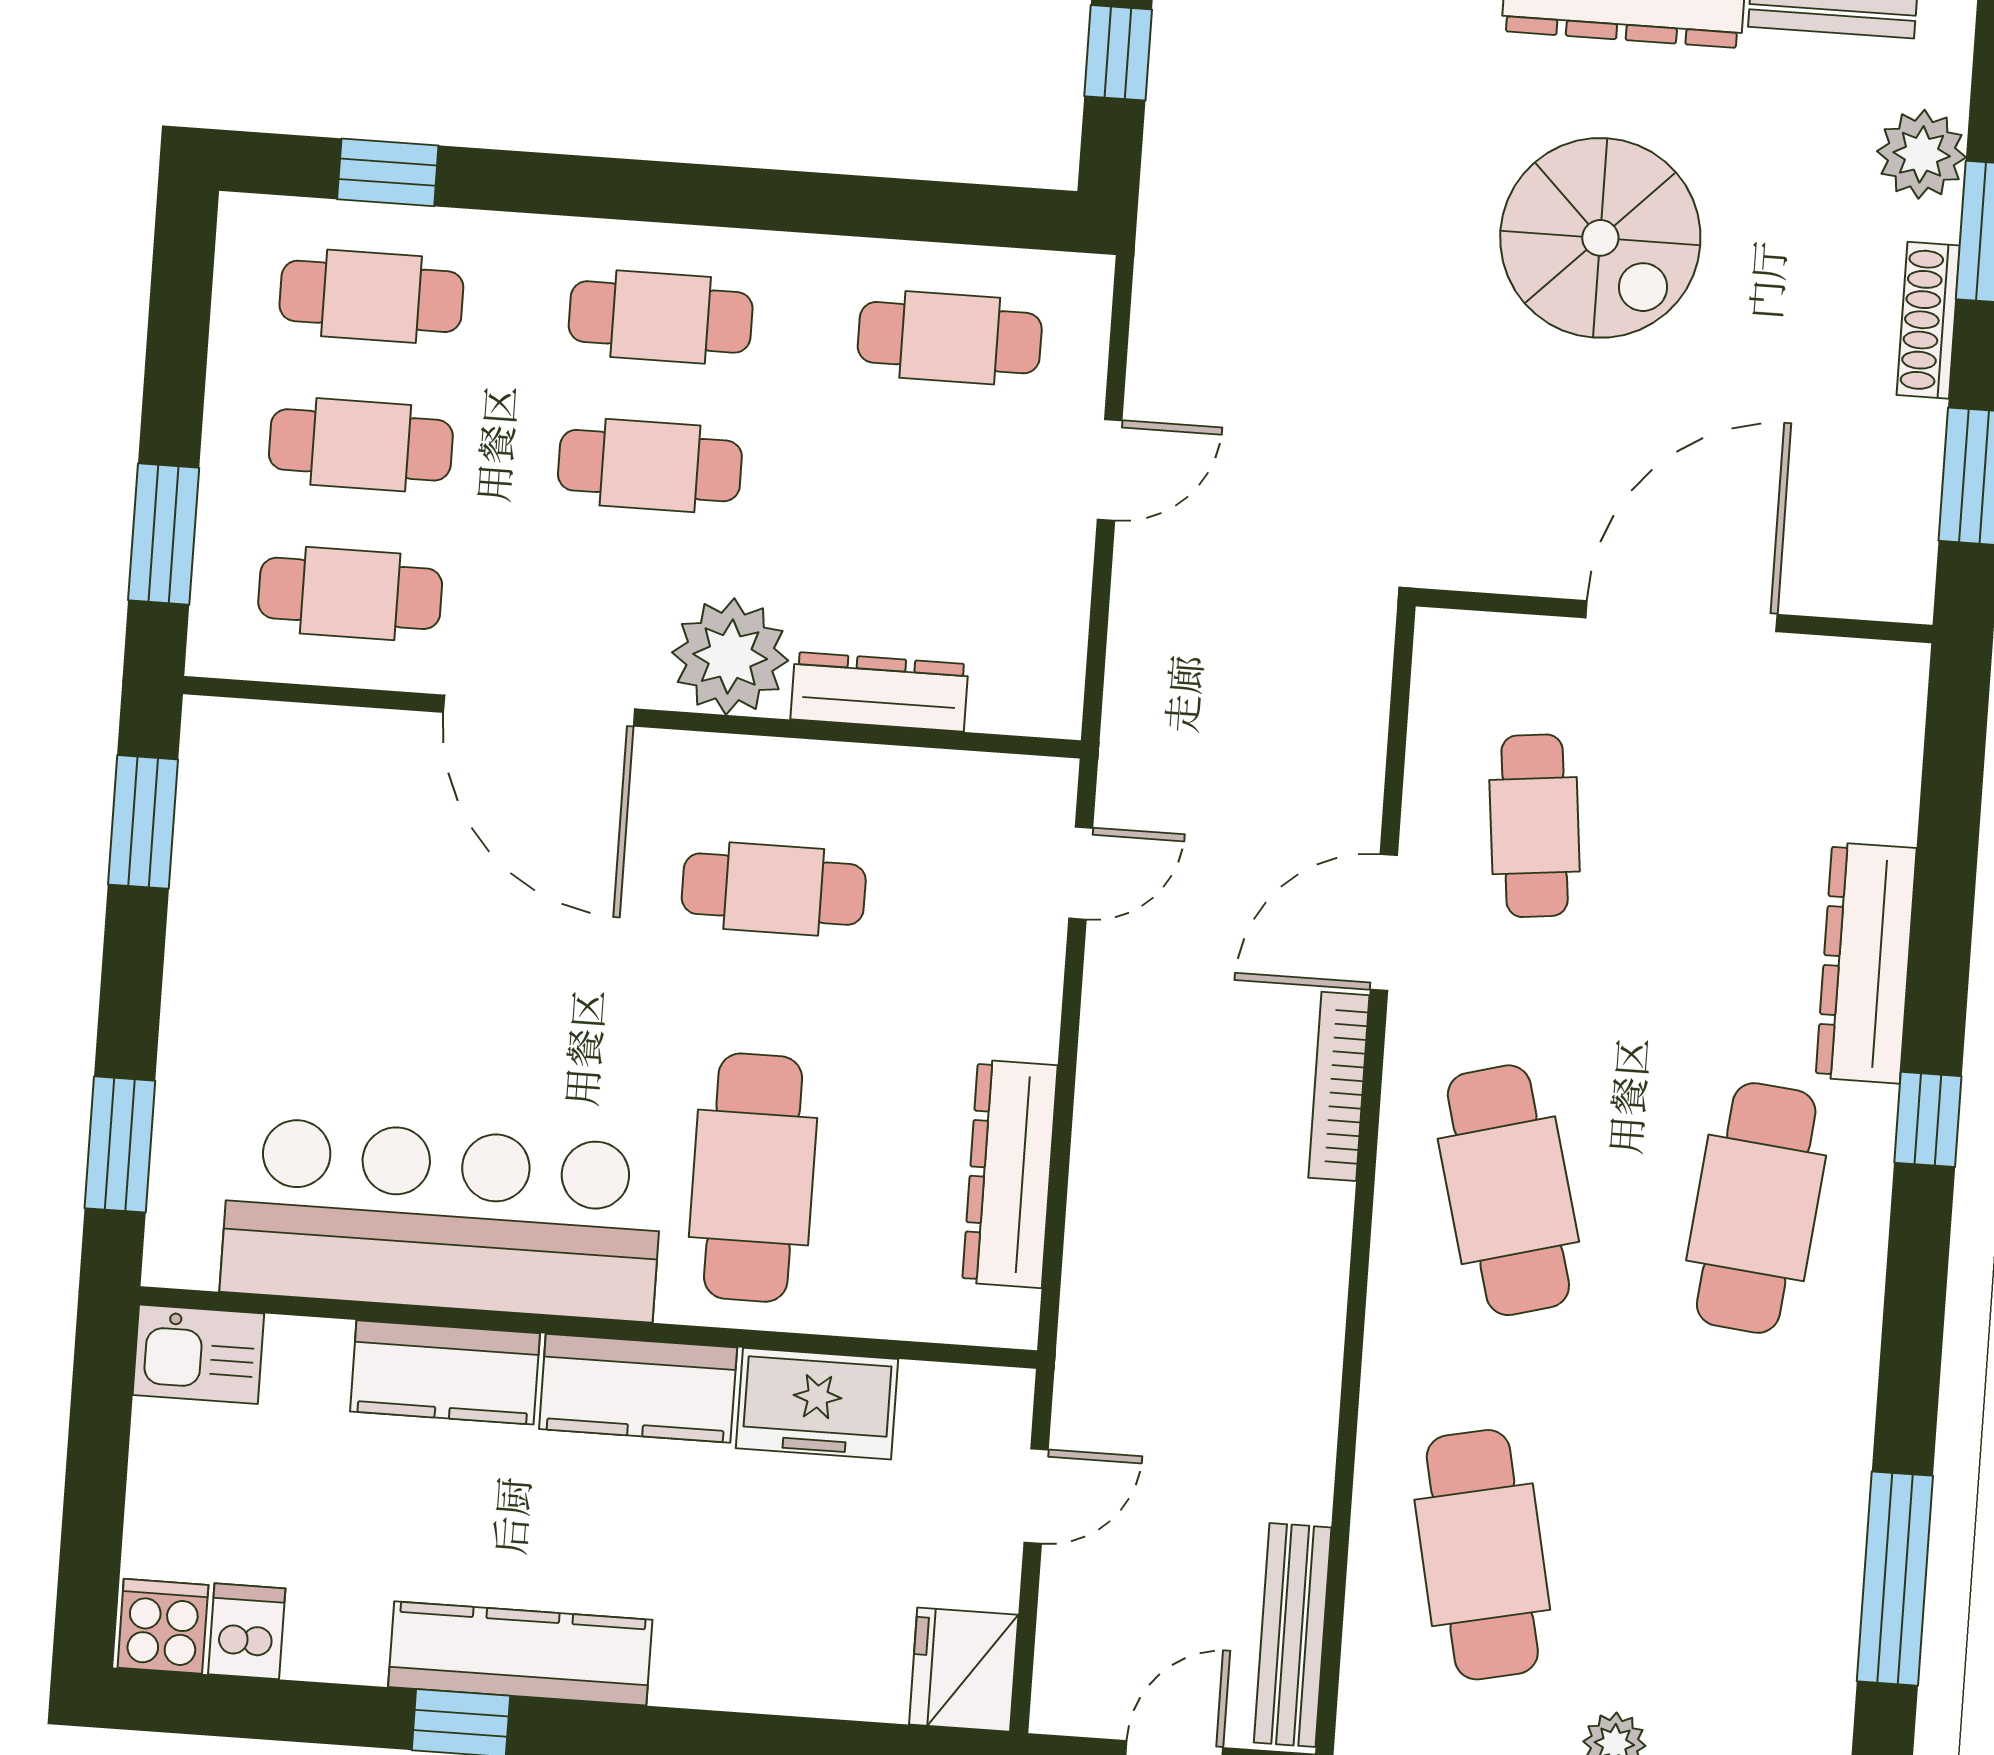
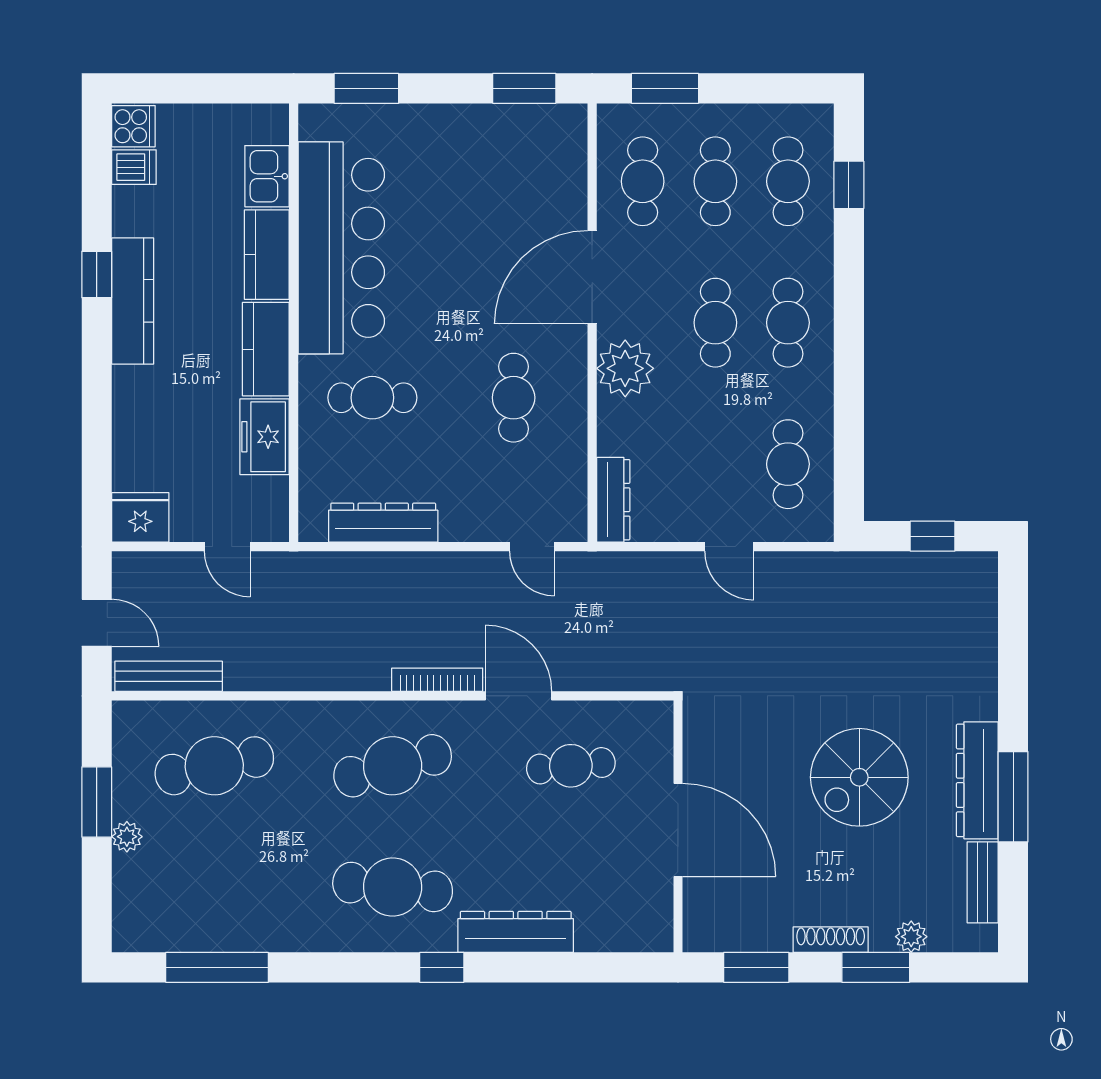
plant: (1922, 154) -> (911, 937), width x0.73, depth x0.73
dresser: (879, 692) -> (613, 500), moved
cafe table: (753, 1178) -> (372, 398), width x0.73, depth x0.74
kitchen sink: (198, 1354) -> (267, 176), moved

